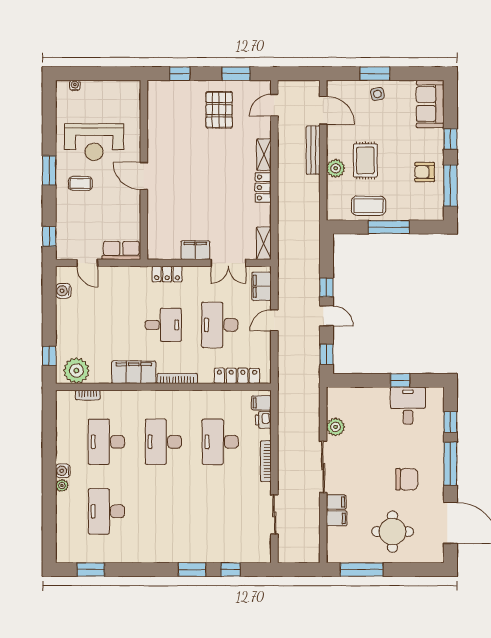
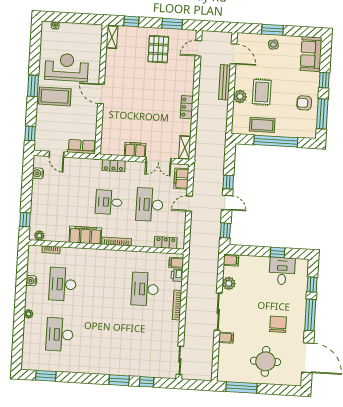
reception desk: (94, 142) -> (67, 67), turned 180
shelving: (264, 155) -> (112, 37), moved
coffee table: (80, 183) -> (55, 96), width x1.86, depth x1.72
window: (389, 227) -> (276, 141), width x1.46
desk: (163, 325) -> (109, 202), turned 180
plant: (76, 371) -> (39, 236), width x0.53, depth x0.53
locker: (237, 376) -> (166, 243), width x0.66
desk: (163, 442) -> (104, 287), removed
water cooler: (63, 471) -> (31, 281), moved
chair: (407, 479) -> (278, 324), turned -90
sliding door: (274, 514) -> (180, 360), moved
filing cabinet: (337, 518) -> (231, 260), moved

